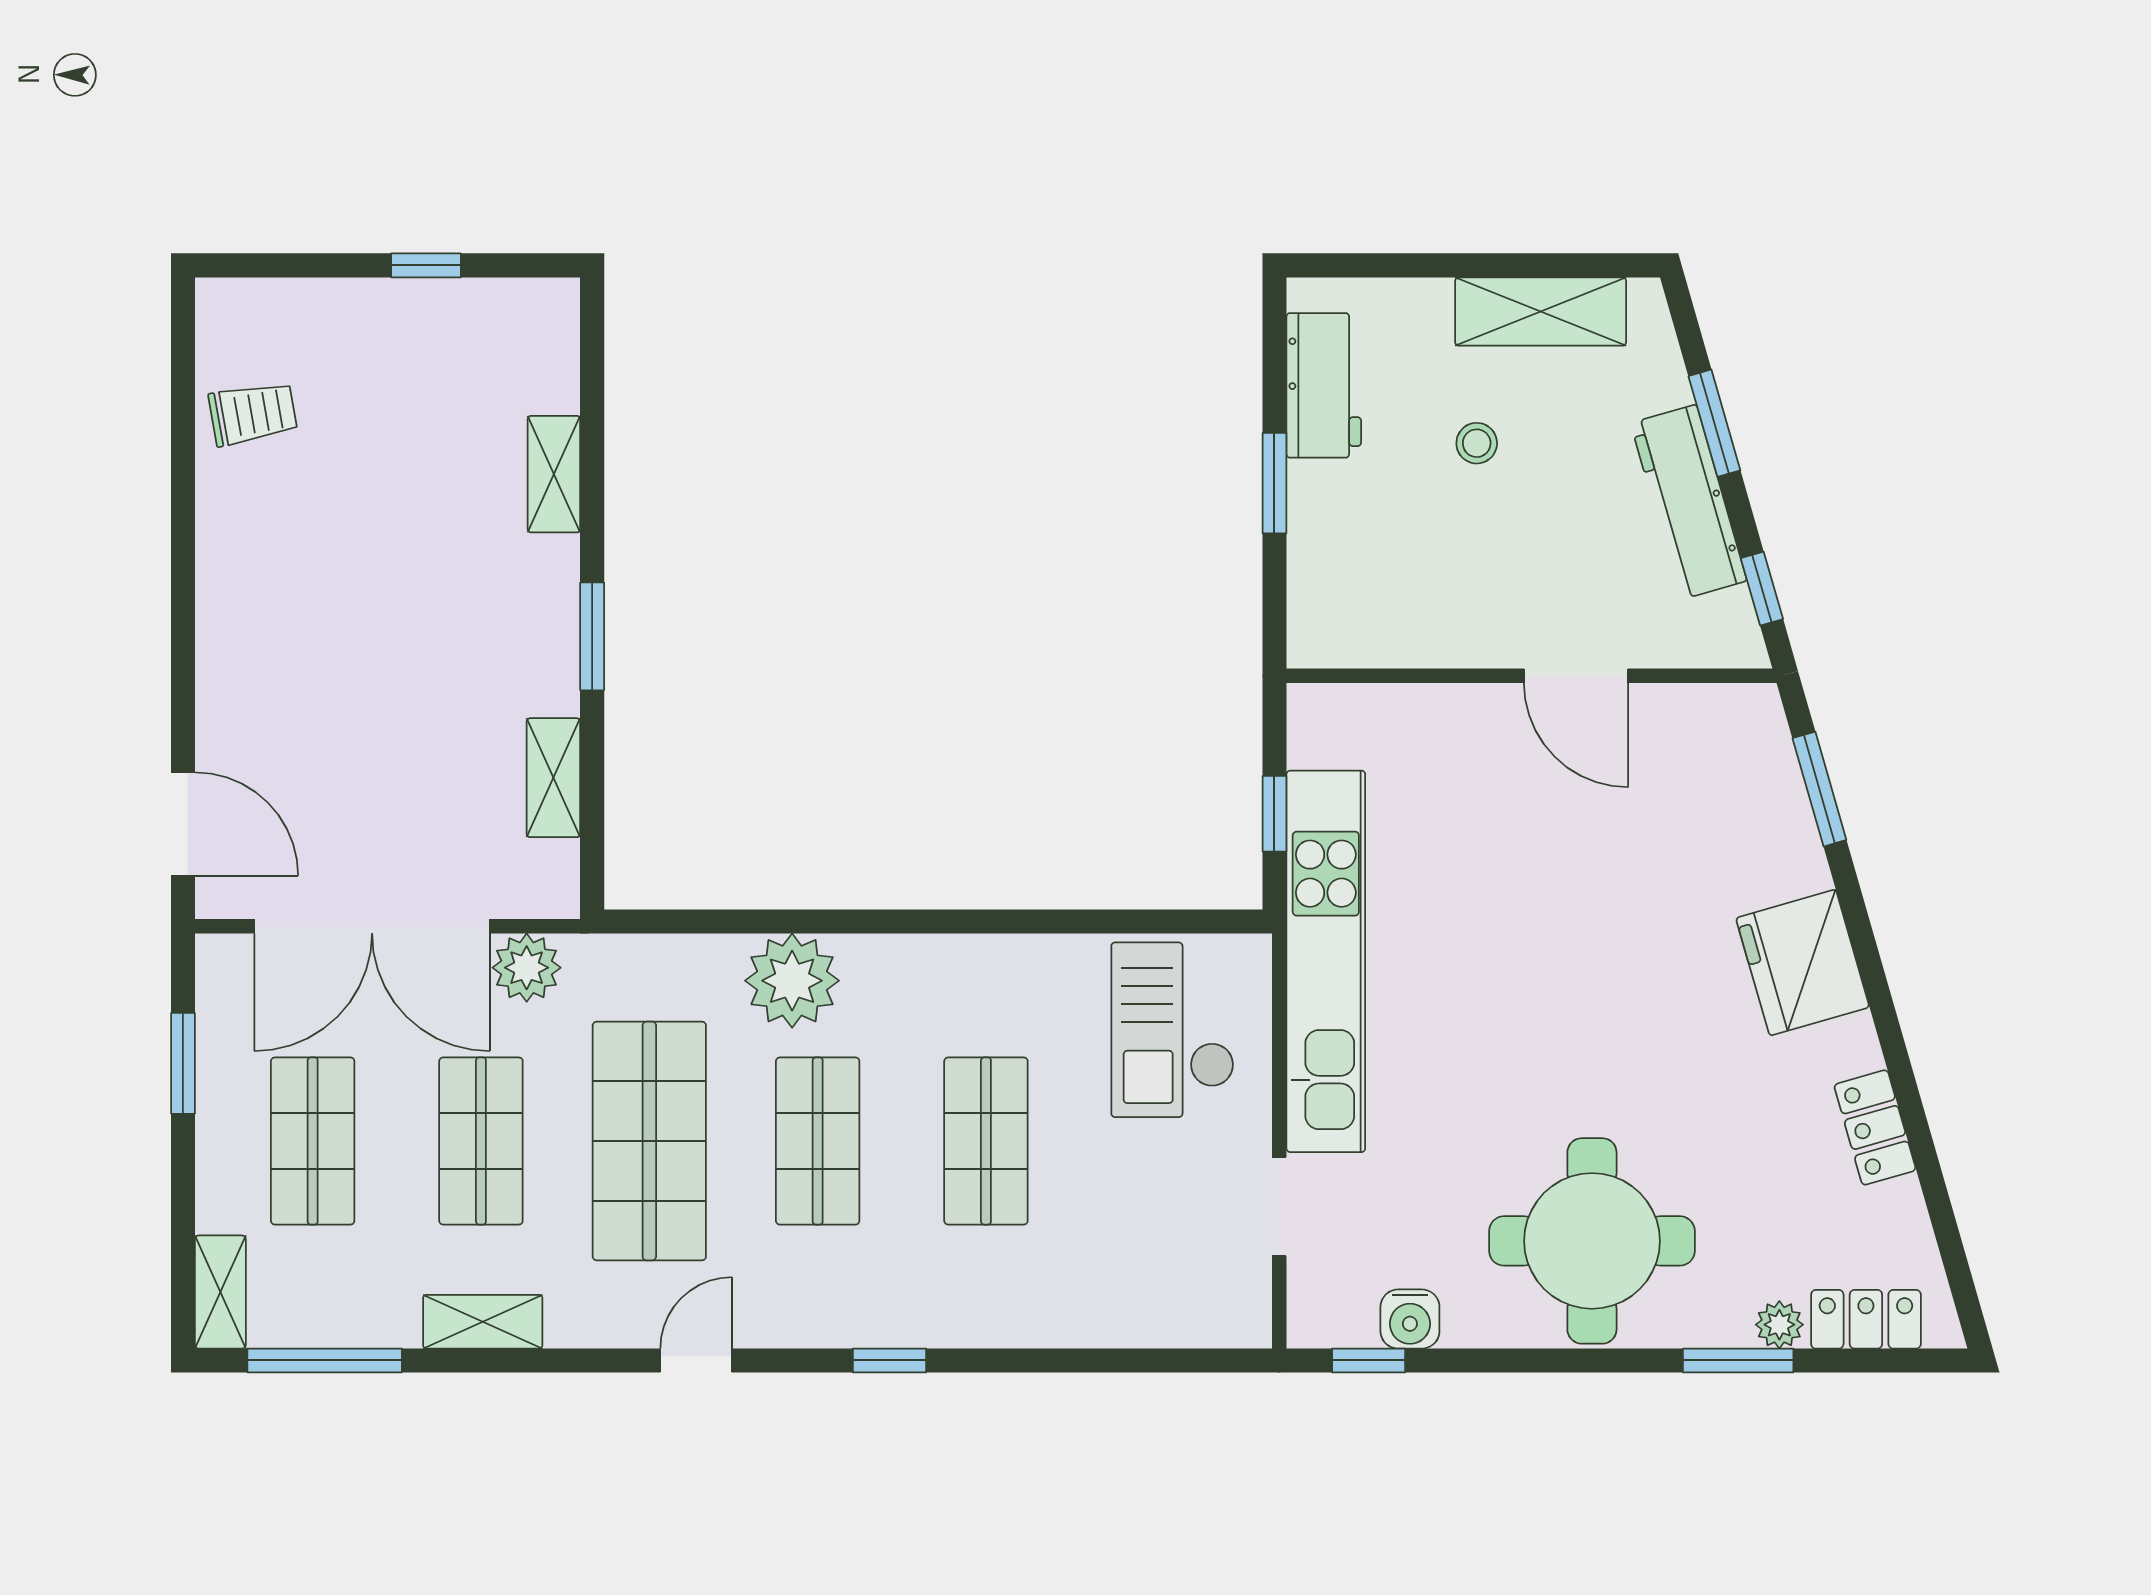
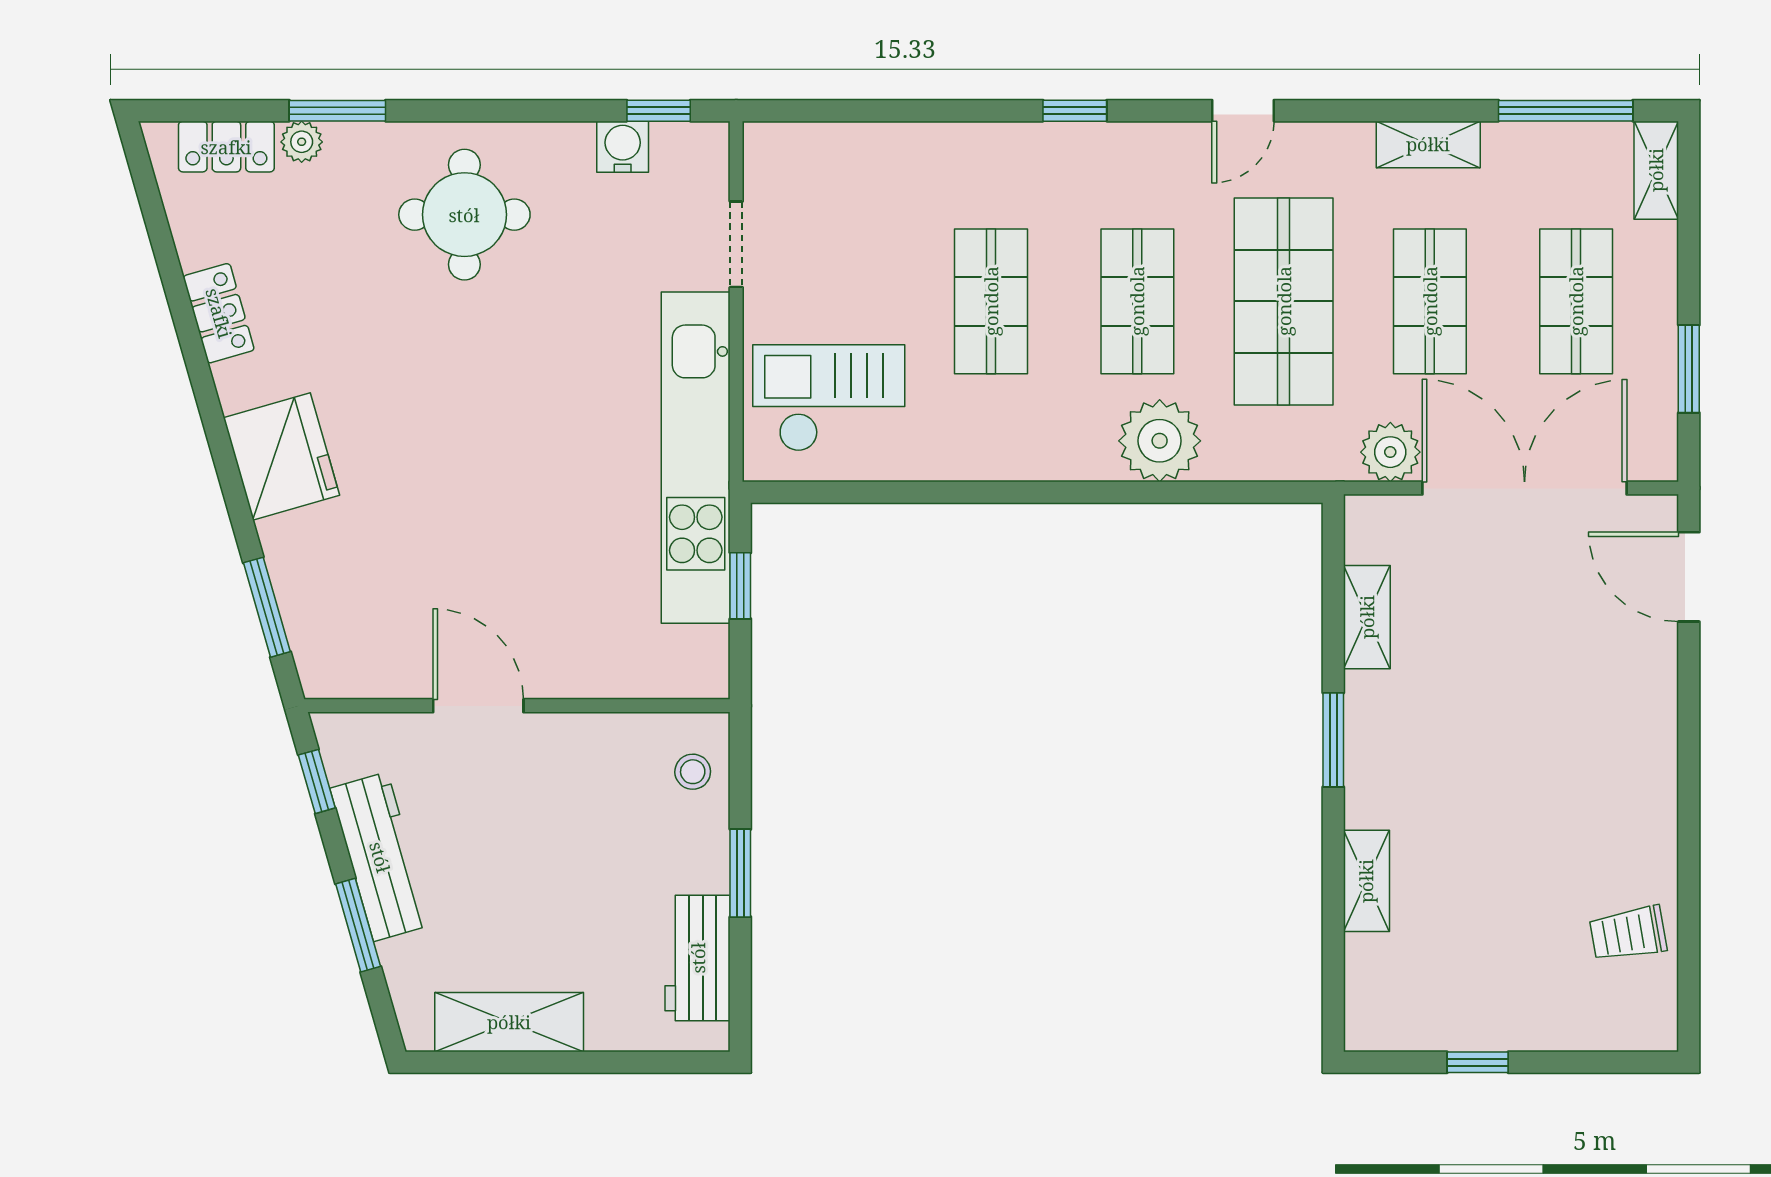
stool: (1477, 443) -> (693, 772), moved
checkout: (1173, 1030) -> (829, 398), turned -90
round table: (1592, 1241) -> (464, 215), width x0.73, depth x0.73

